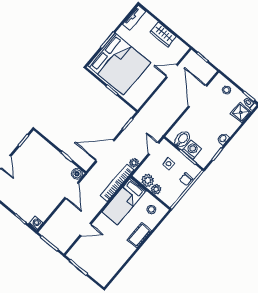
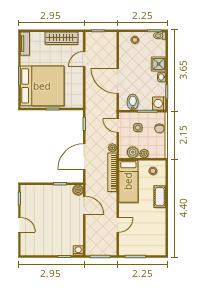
wardrobe: (163, 35) -> (61, 38), width x1.50
door: (198, 96) -> (118, 81), moved
shower: (241, 112) -> (159, 64), moved
washing machine: (192, 150) -> (159, 103), moved, turned -90

